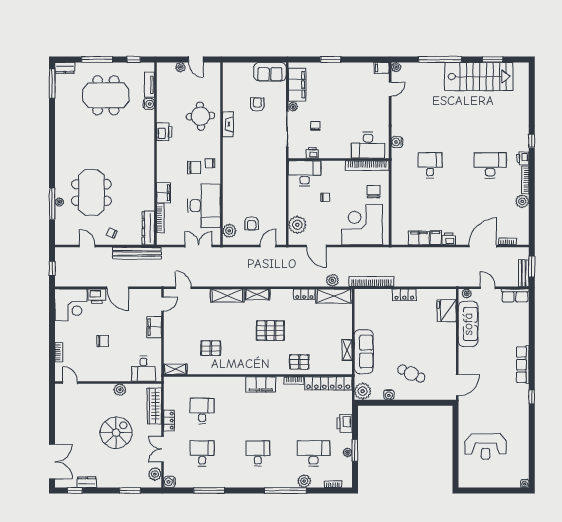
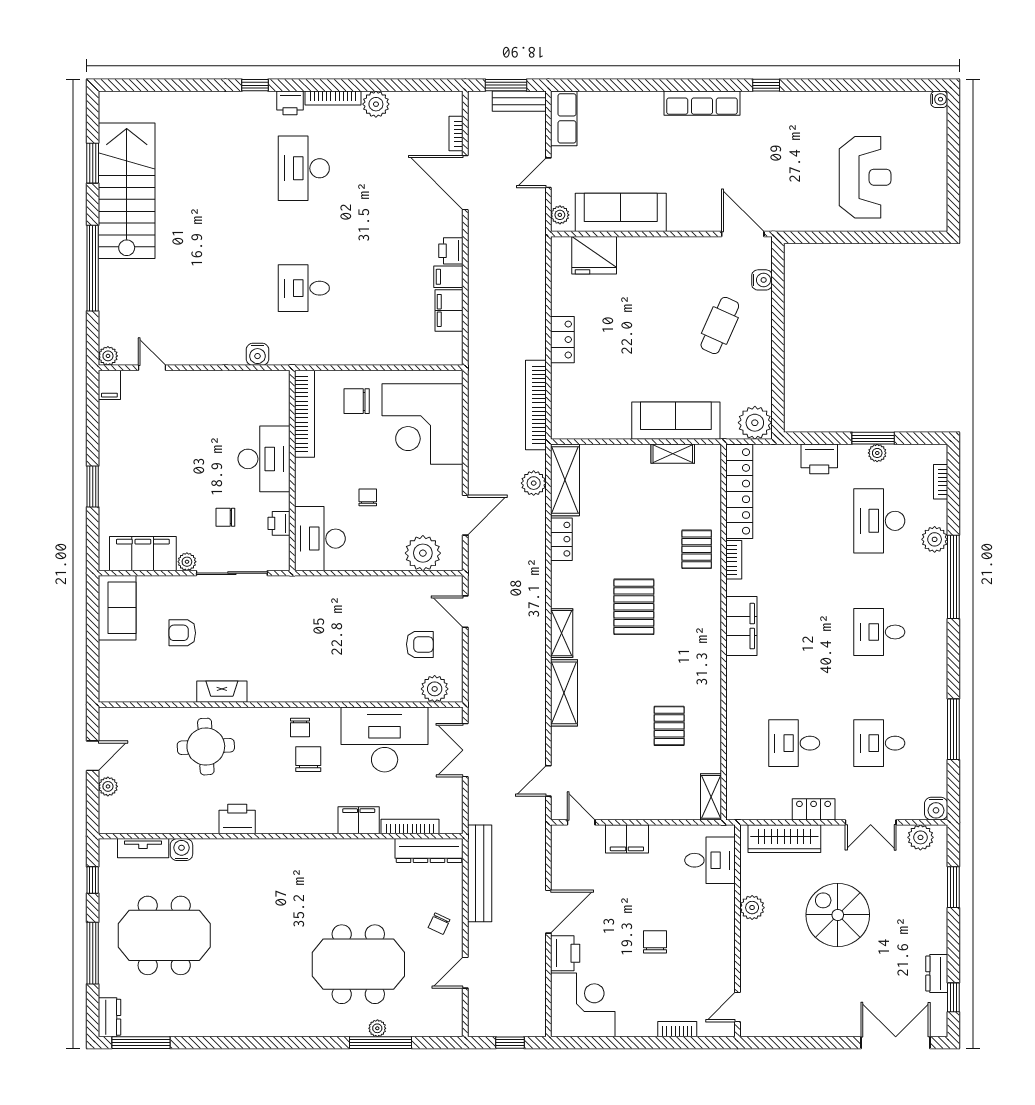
meeting table: (106, 95) -> (164, 935), turned 90
desk: (368, 145) -> (264, 459), moved
water cooler: (389, 395) -> (762, 280), moved

